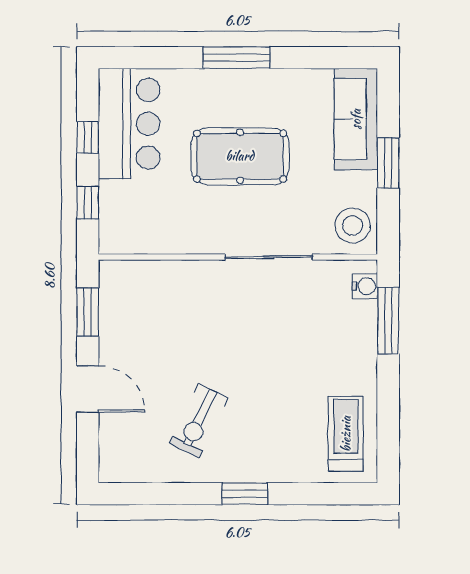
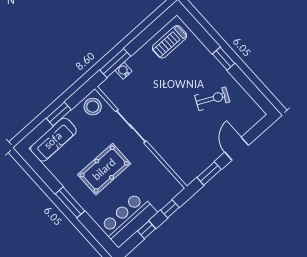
pool table: (240, 156) -> (104, 169), turned 90
water cooler: (365, 286) -> (124, 71), moved

